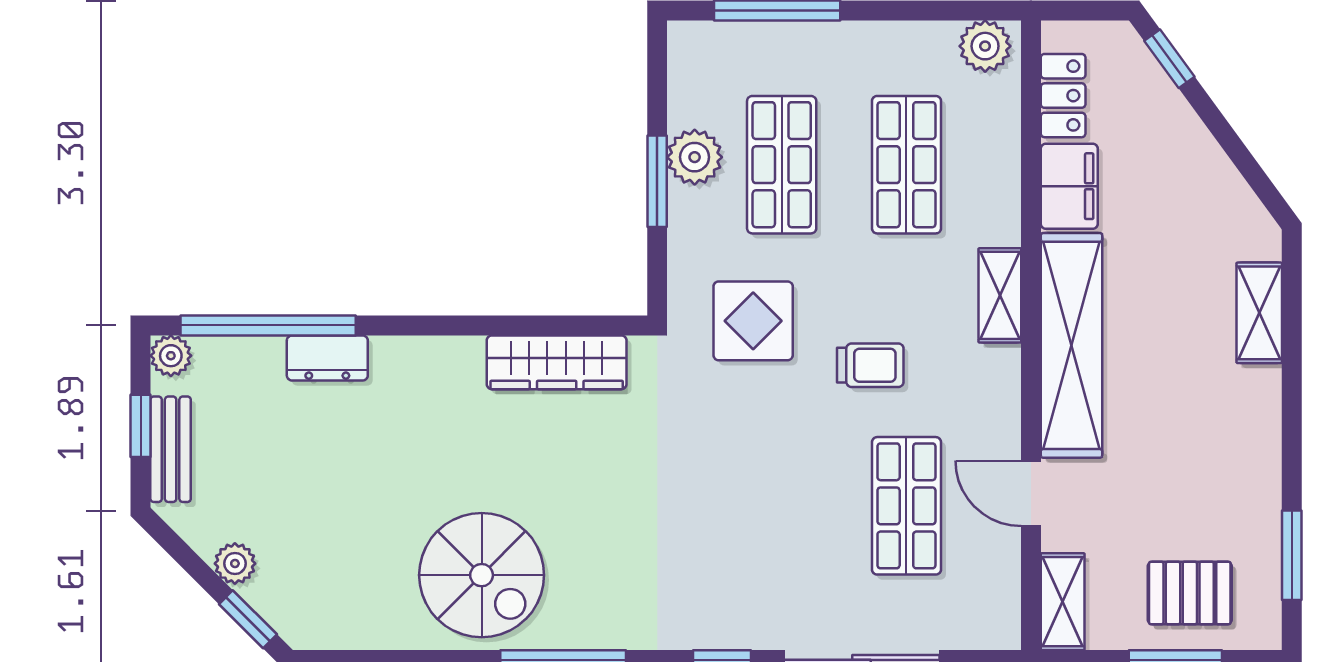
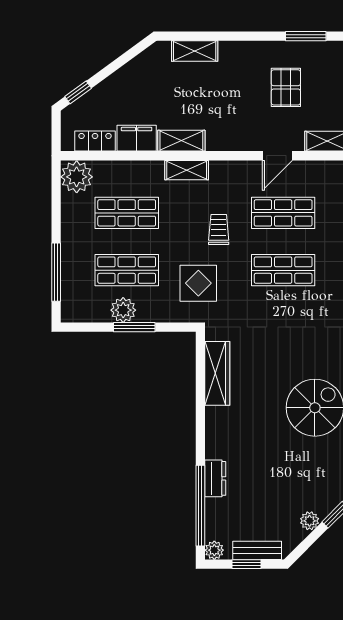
plant: (985, 46) -> (77, 177), width x1.36, depth x1.36
shelving: (1071, 345) -> (181, 141), width x0.45, depth x0.75
shop shelf: (782, 506) -> (283, 270), added
pallet: (1190, 593) -> (286, 87), moved

